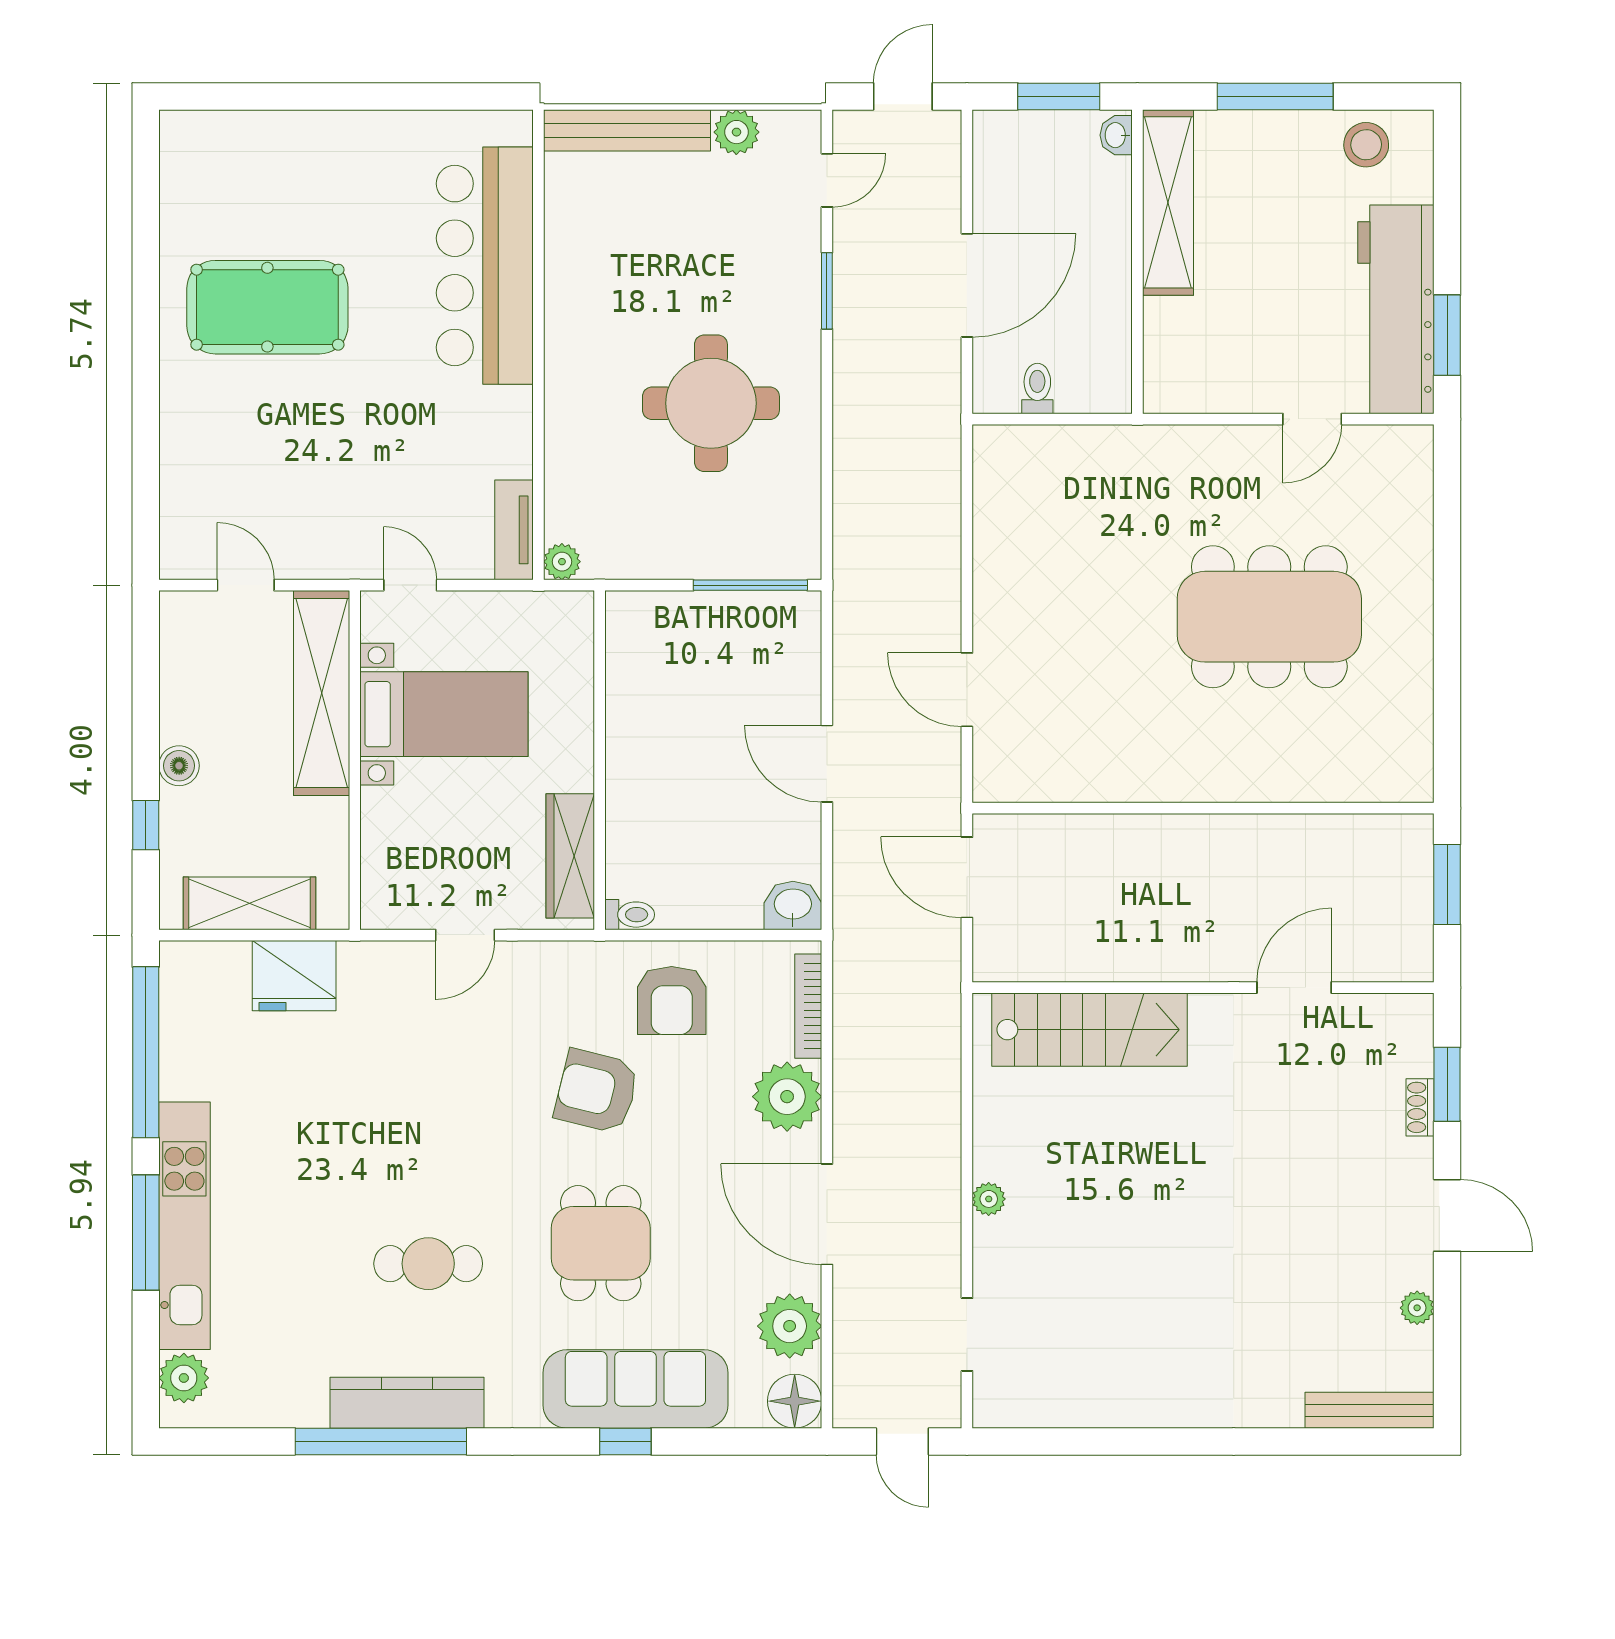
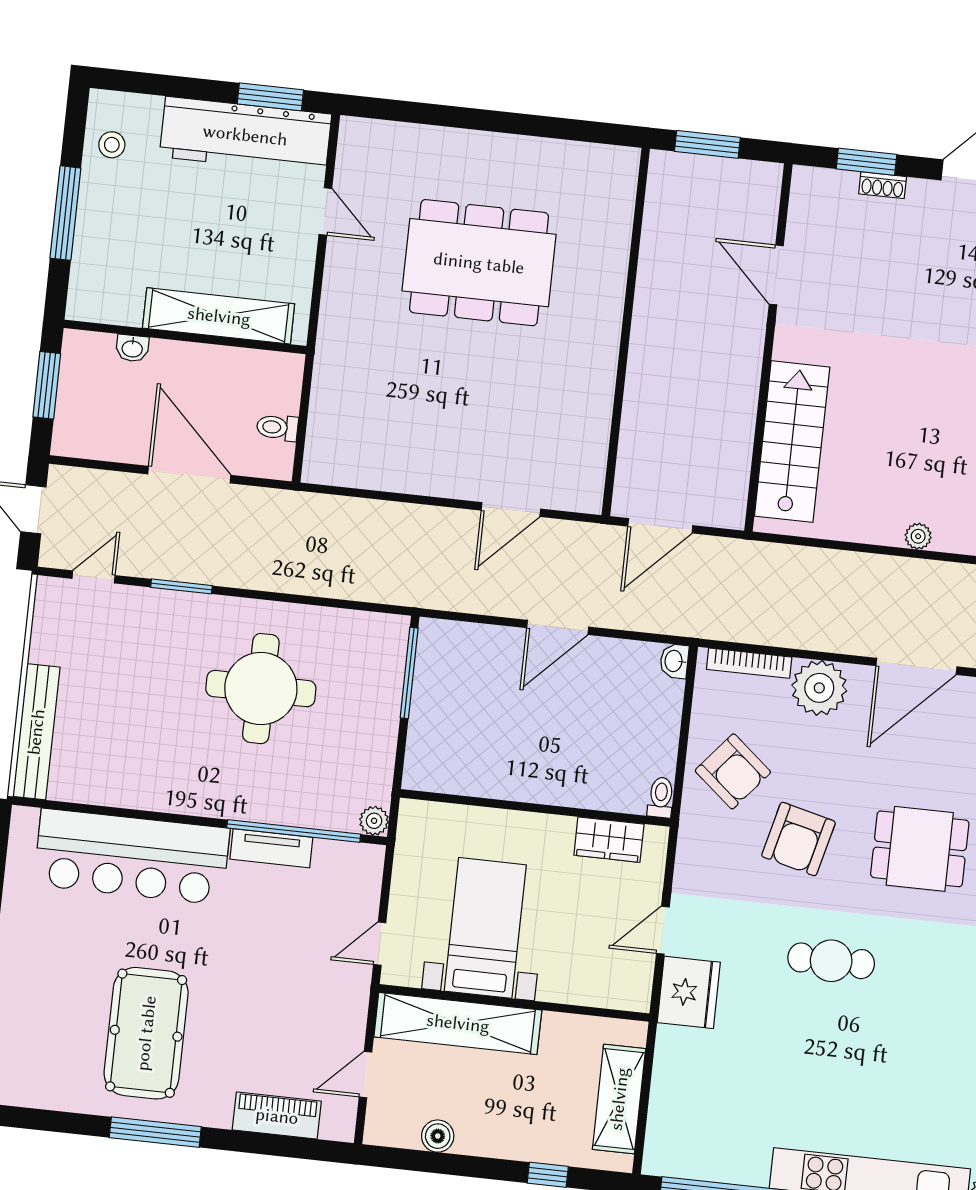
plant: (736, 132) -> (47, 645), removed
washbasin: (1116, 135) -> (132, 348), moved
stool: (1366, 145) -> (112, 145), width x0.73, depth x0.73
door: (827, 180) -> (93, 577), hinge flipped
shelving: (1168, 202) -> (219, 316), moved
window: (146, 332) -> (155, 1132), added
window: (538, 463) -> (294, 831), added
piano: (183, 481) -> (277, 1116), added
tv unit: (514, 530) -> (271, 848), moved
dining table: (1269, 617) -> (479, 263), turned 90
boiler: (179, 766) -> (438, 1136), moved
wardrobe: (570, 856) -> (609, 840), width x0.67
washbasin: (793, 905) -> (674, 661), width x0.72, depth x0.69
door: (465, 935) -> (663, 930), swing flipped
fridge: (294, 976) -> (689, 992), moved
armchair: (672, 1001) -> (733, 771), turned 40
cafe table: (428, 1264) -> (831, 961), moved, turned 90

